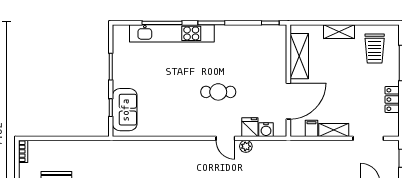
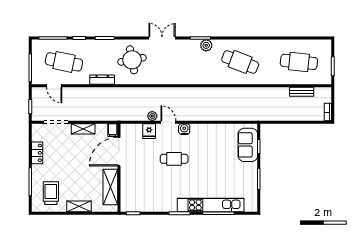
filing cabinet: (312, 128) -> (113, 130), moved
water cooler: (266, 130) -> (184, 129), moved

